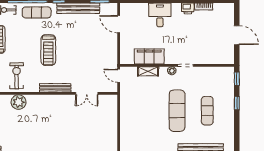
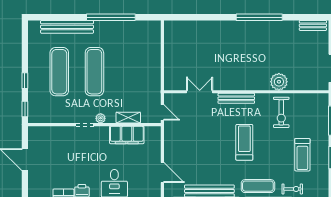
exercise mat: (207, 111) -> (59, 72), width x1.36, depth x1.45

